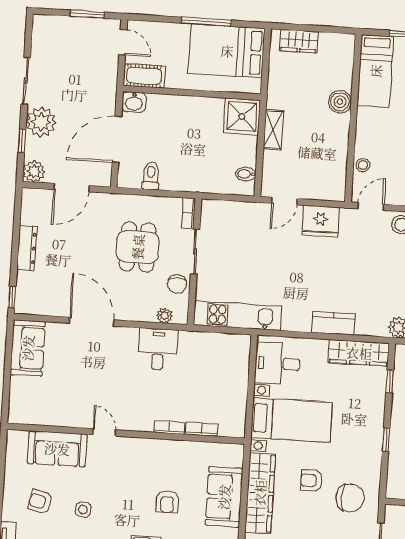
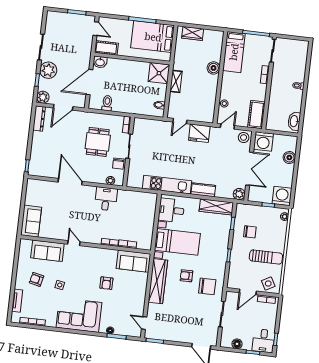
dresser: (27, 248) -> (39, 118), moved
kitchen unit: (238, 316) -> (167, 185), moved
sofa: (28, 348) -> (31, 221), moved
sofa: (224, 497) -> (133, 261), moved, turned -90

